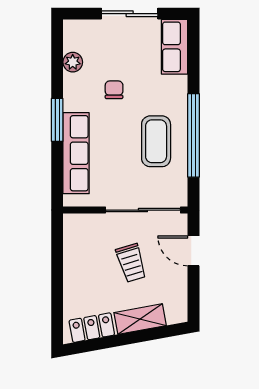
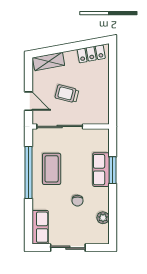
window: (57, 120) -> (113, 170), moved
row of seats: (76, 153) -> (101, 170), width x0.68
trolley: (131, 263) -> (67, 94), turned -59
shelving: (140, 319) -> (49, 61), moved

